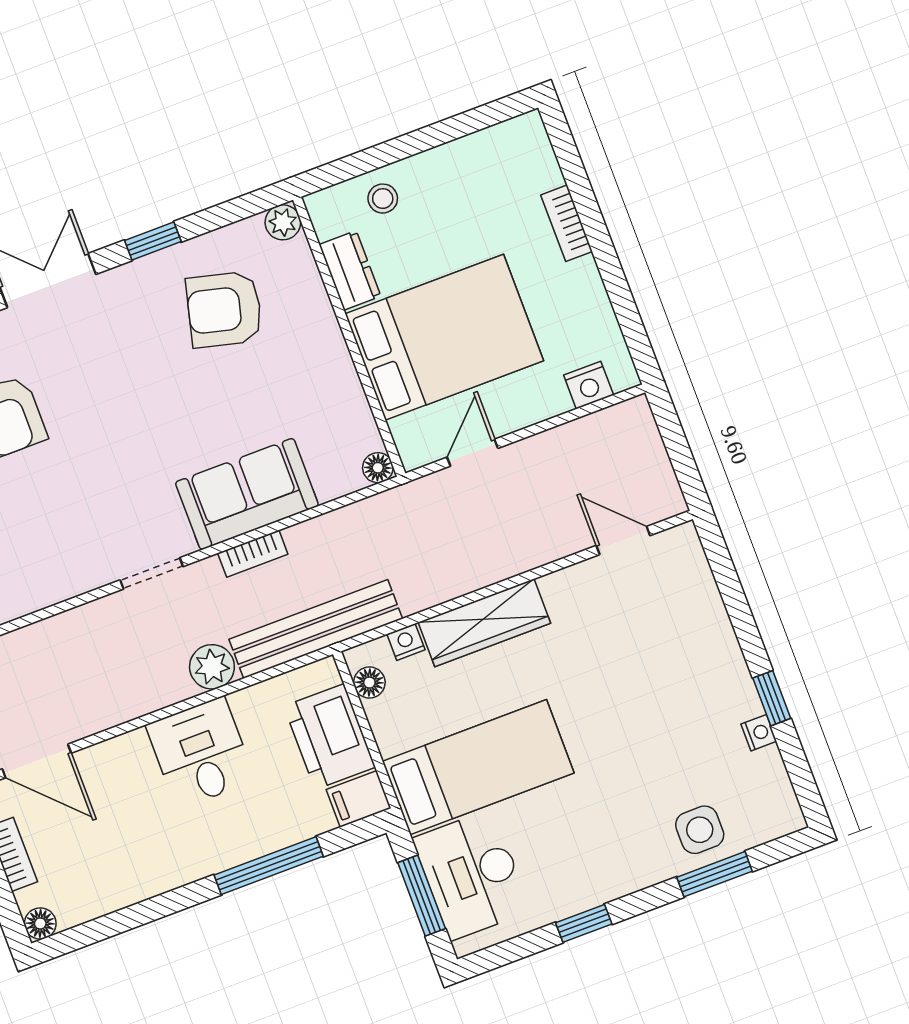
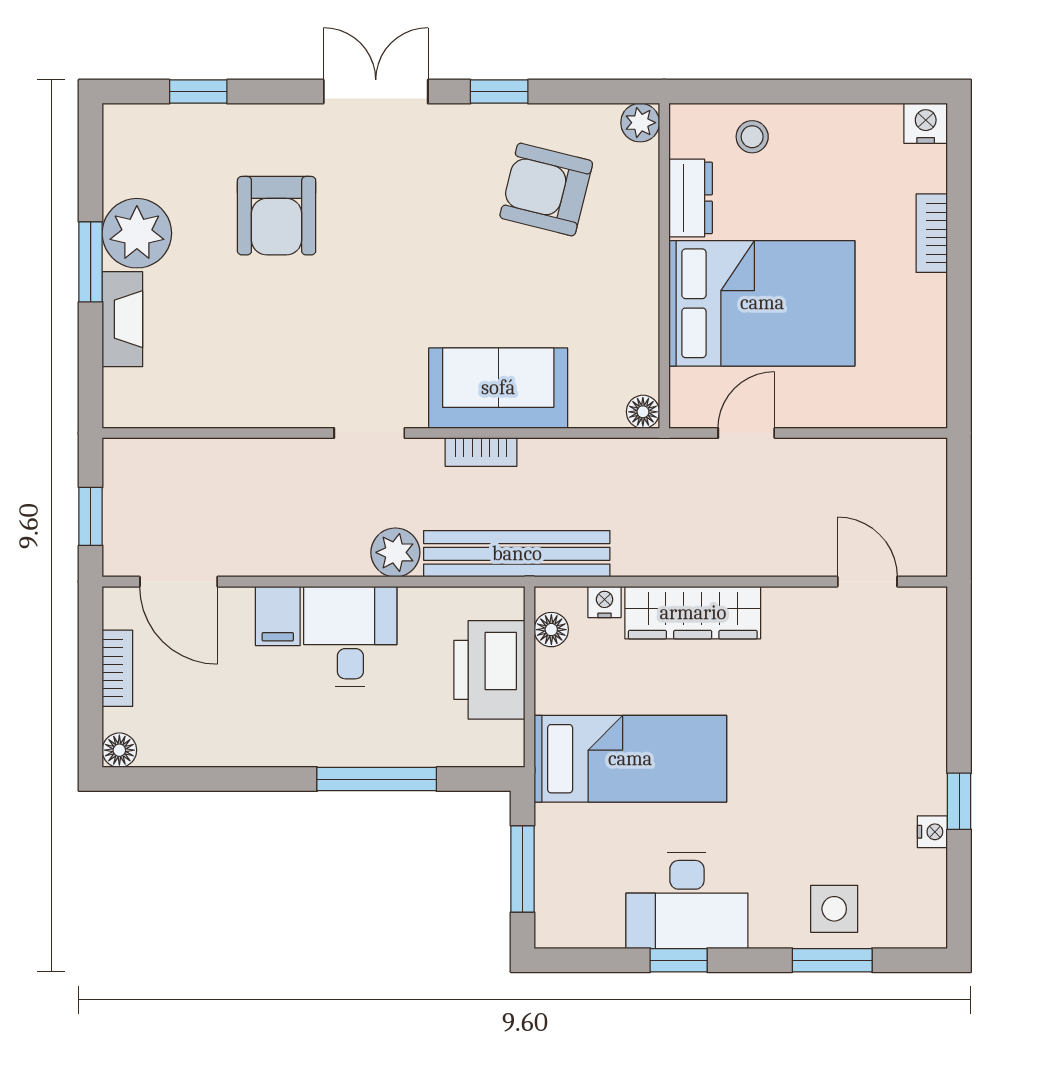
nightstand: (589, 385) -> (926, 123), moved, turned 180
filing cabinet: (359, 799) -> (278, 616), moved, turned -90
desk: (471, 875) -> (687, 901), moved, turned -90

